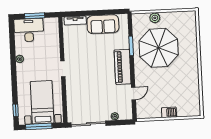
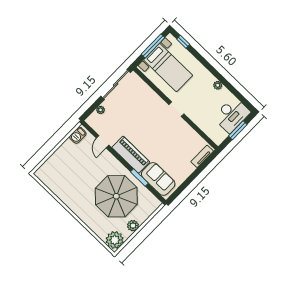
plant: (155, 18) -> (133, 226), moved
plant: (187, 19) -> (115, 240), added
sofa: (103, 24) -> (158, 179), moved, turned 90
barbecue: (169, 112) -> (78, 135), moved

